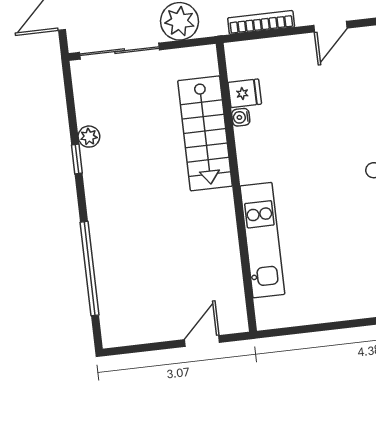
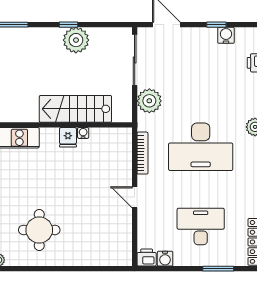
fridge: (245, 93) -> (68, 137), moved
plant: (89, 137) -> (76, 40), width x1.87, depth x1.87

